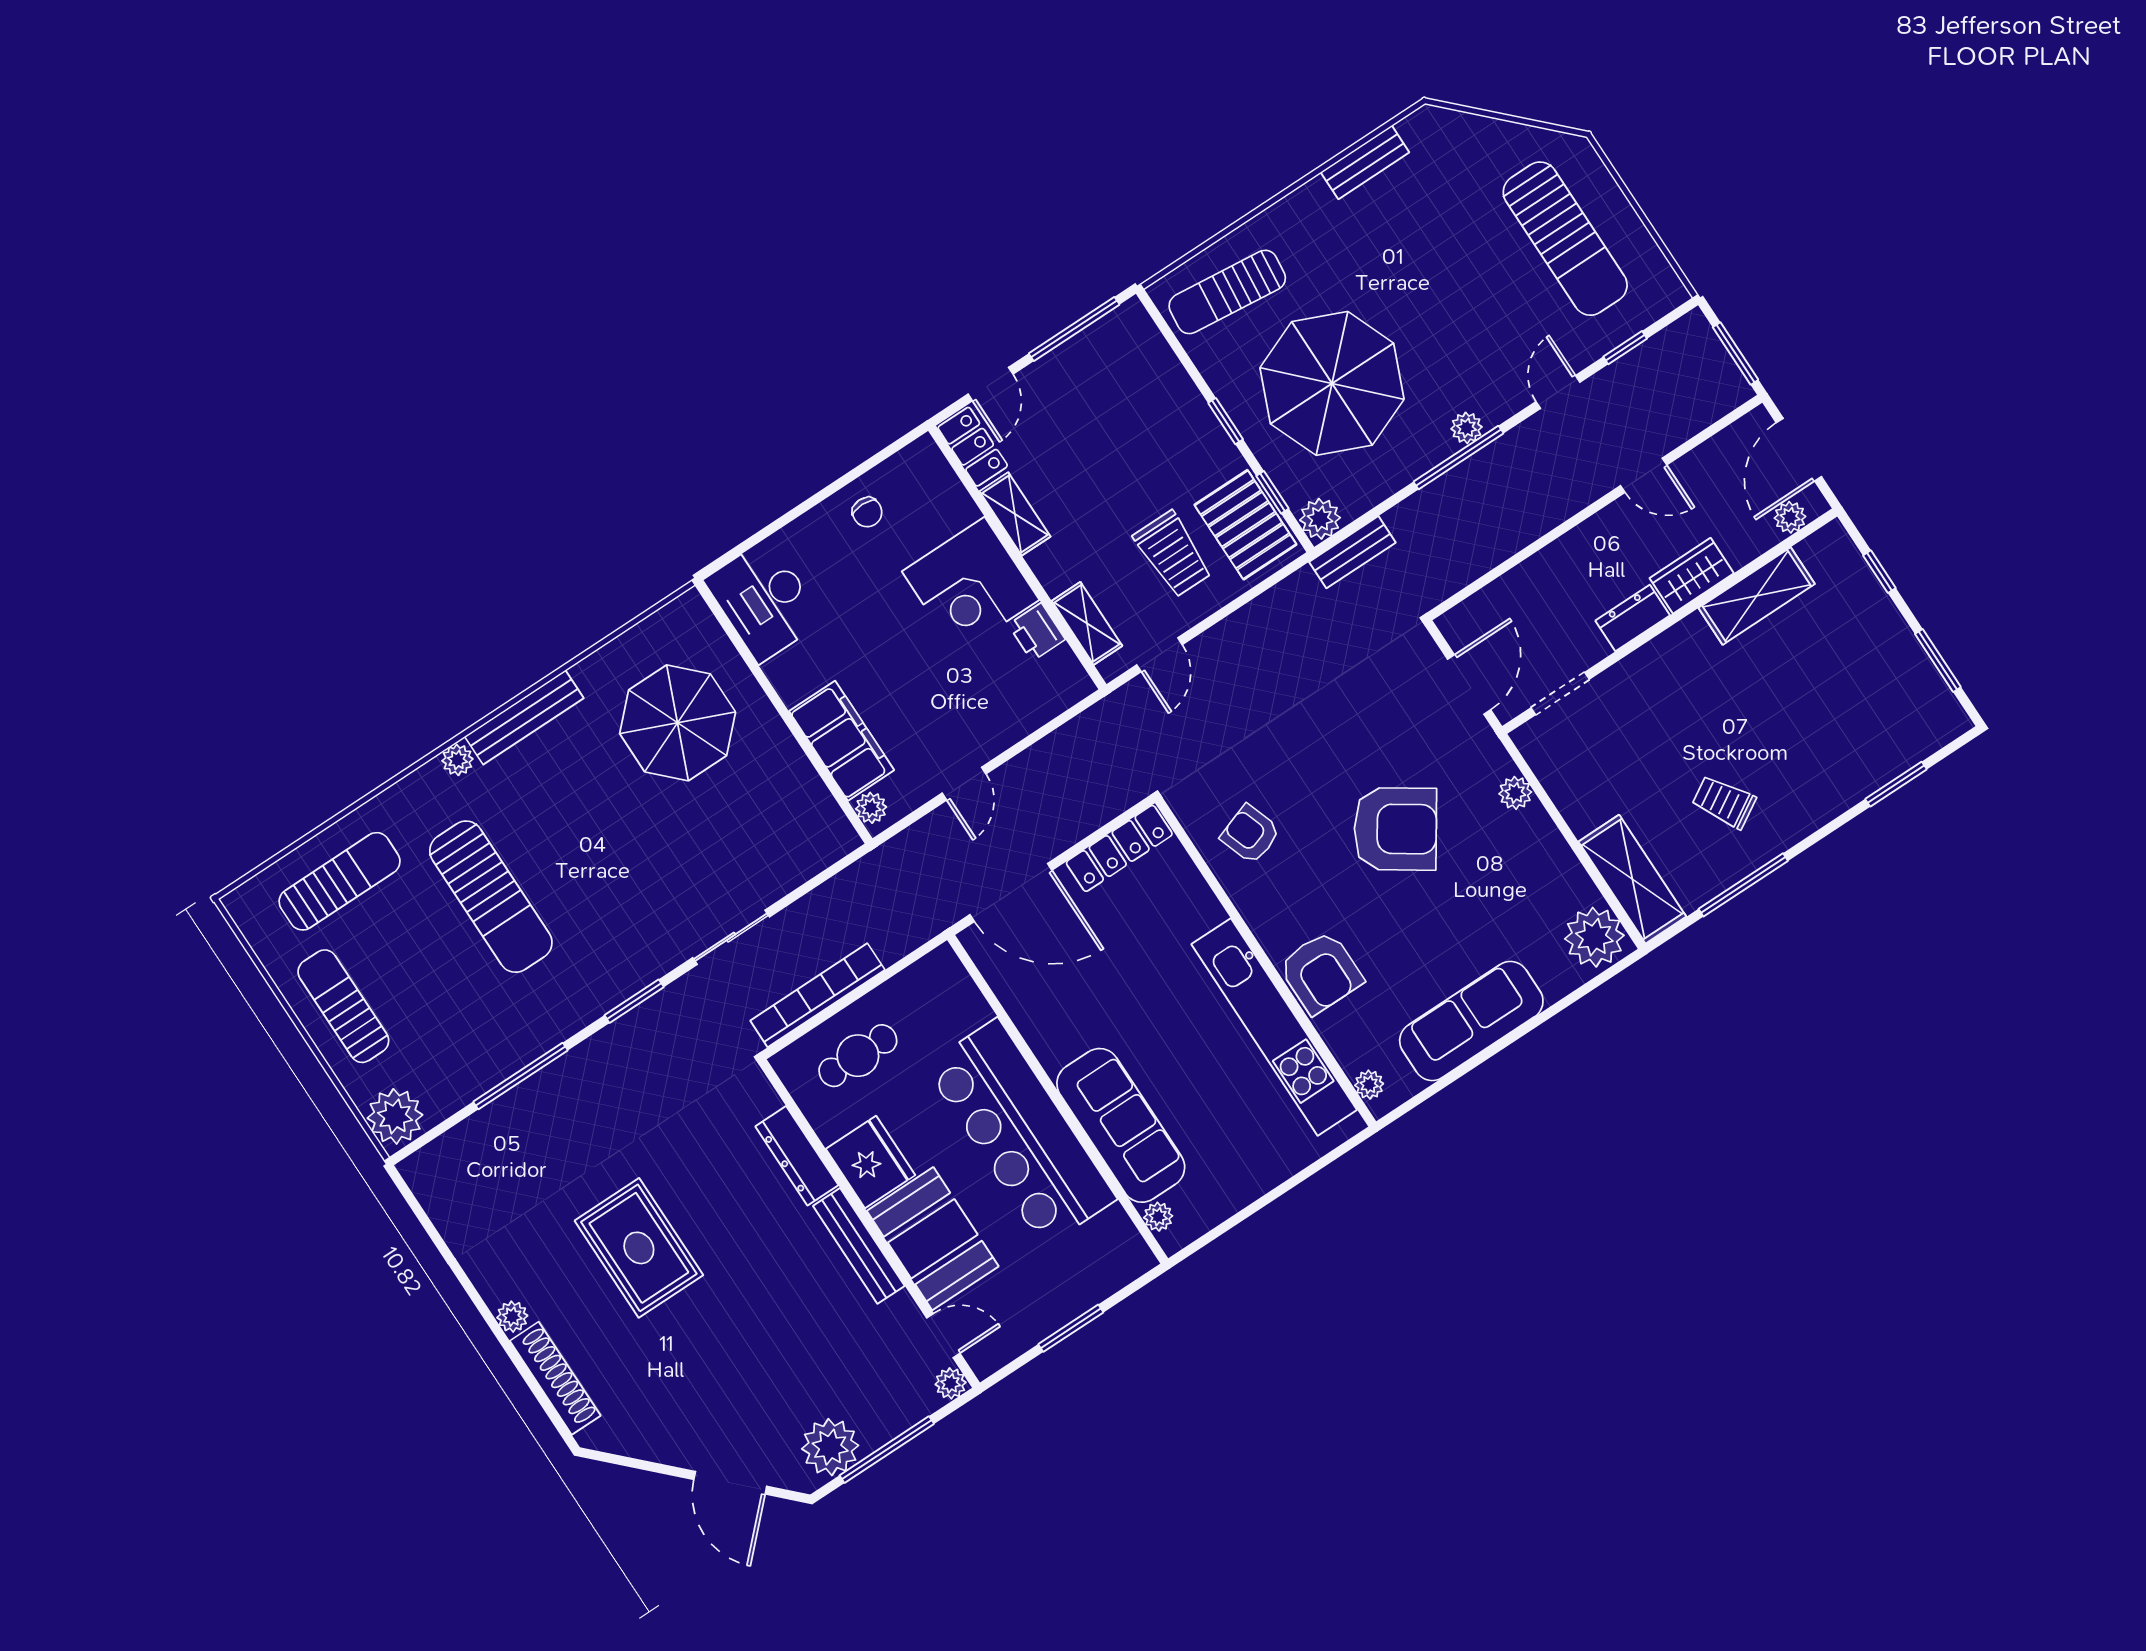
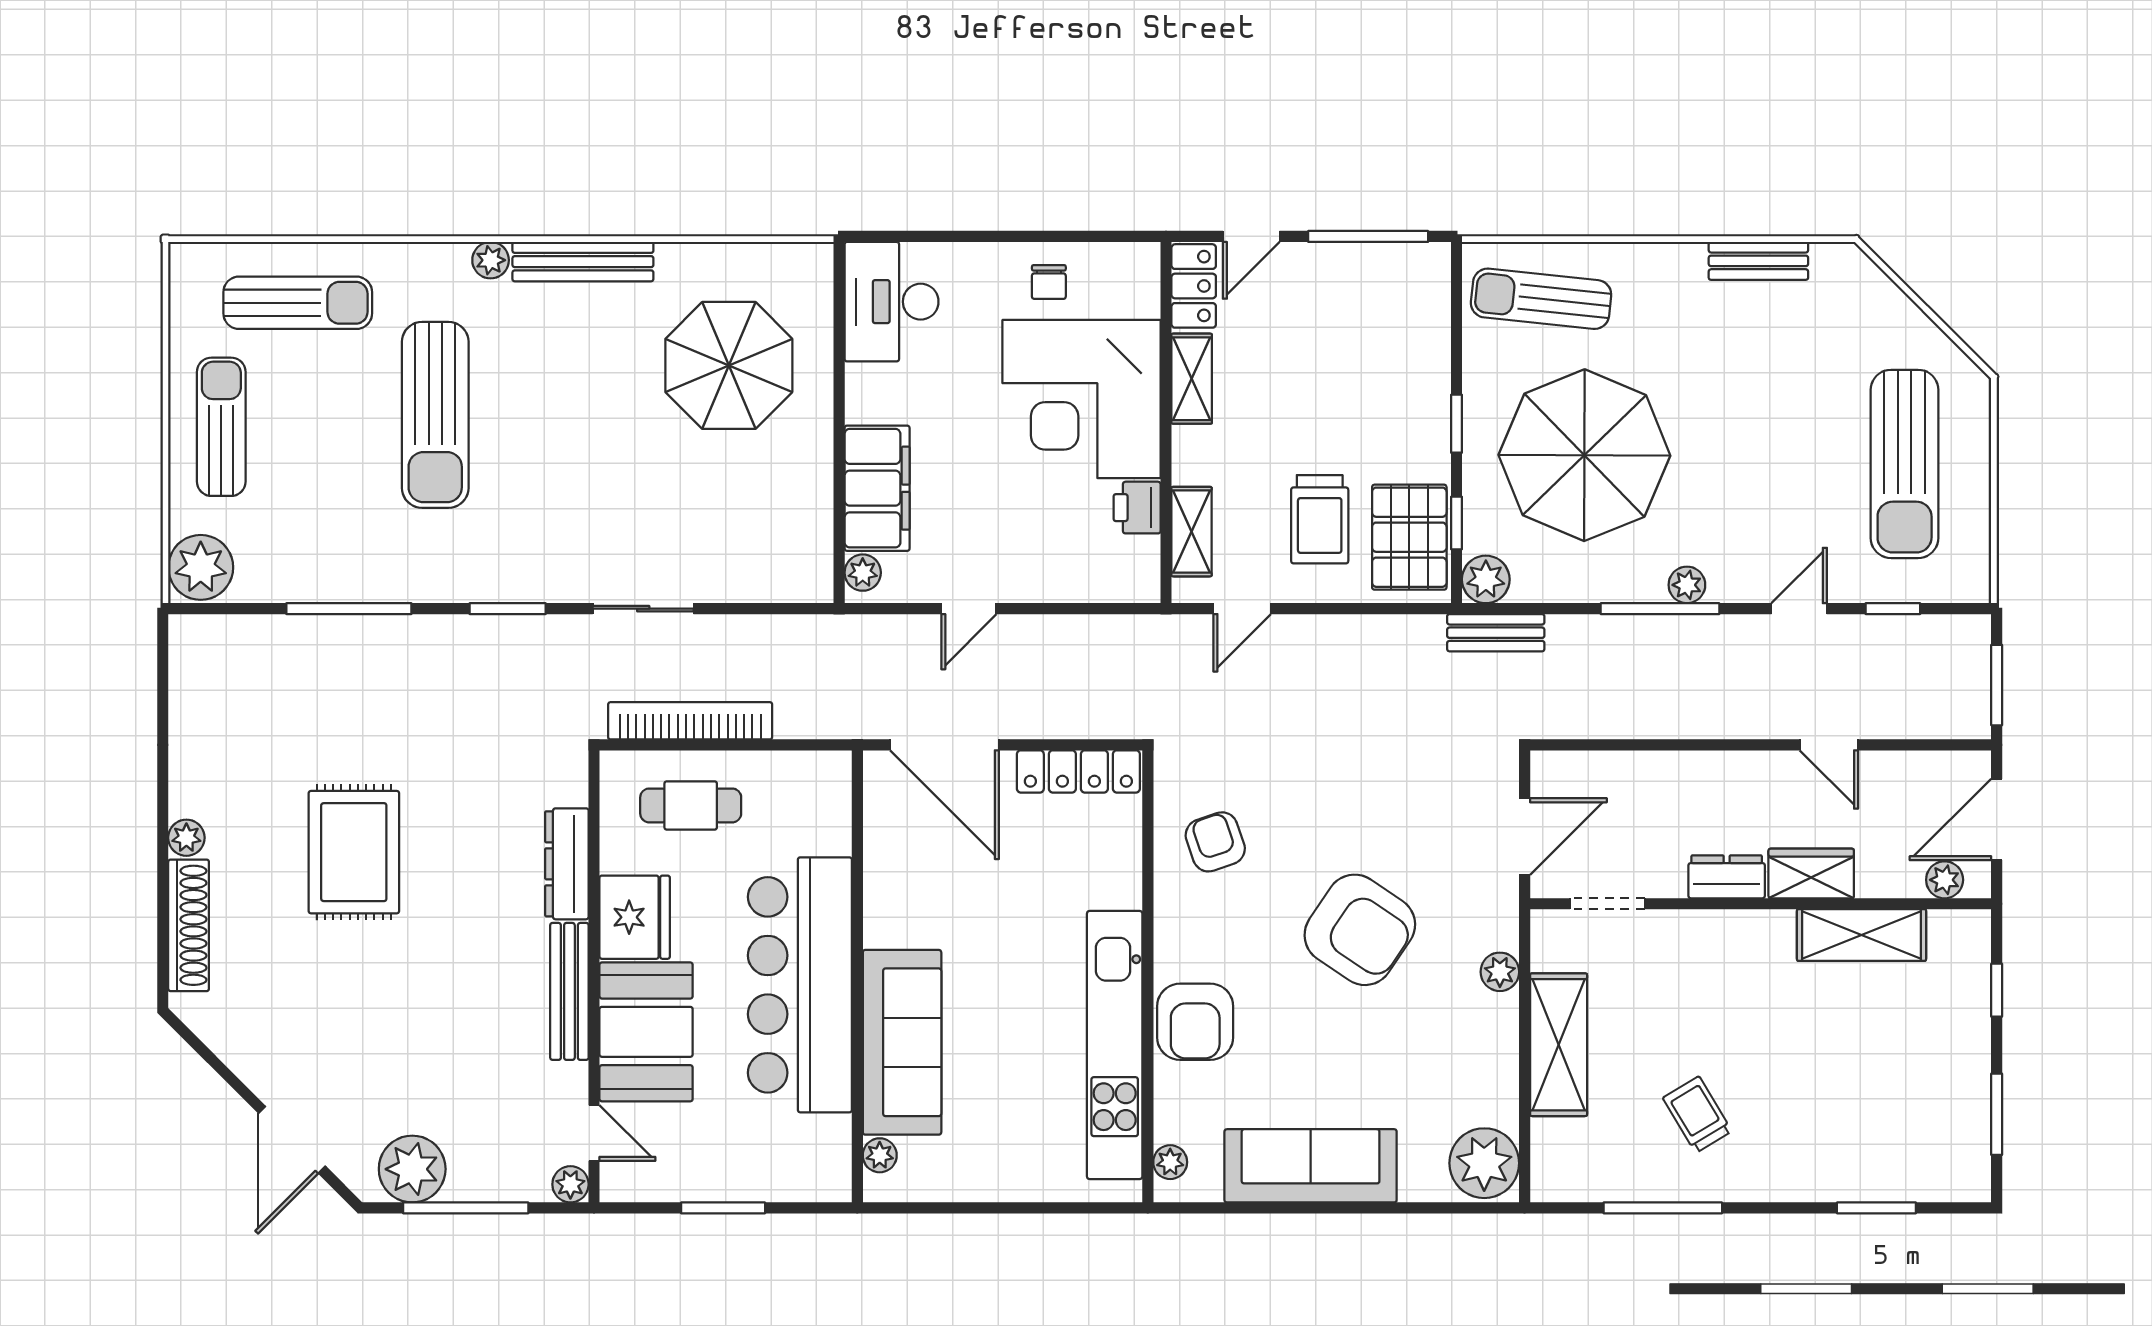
corner desk: (971, 586) -> (1081, 399), width x1.36, depth x1.36
shelving: (1632, 879) -> (1559, 1045), moved

